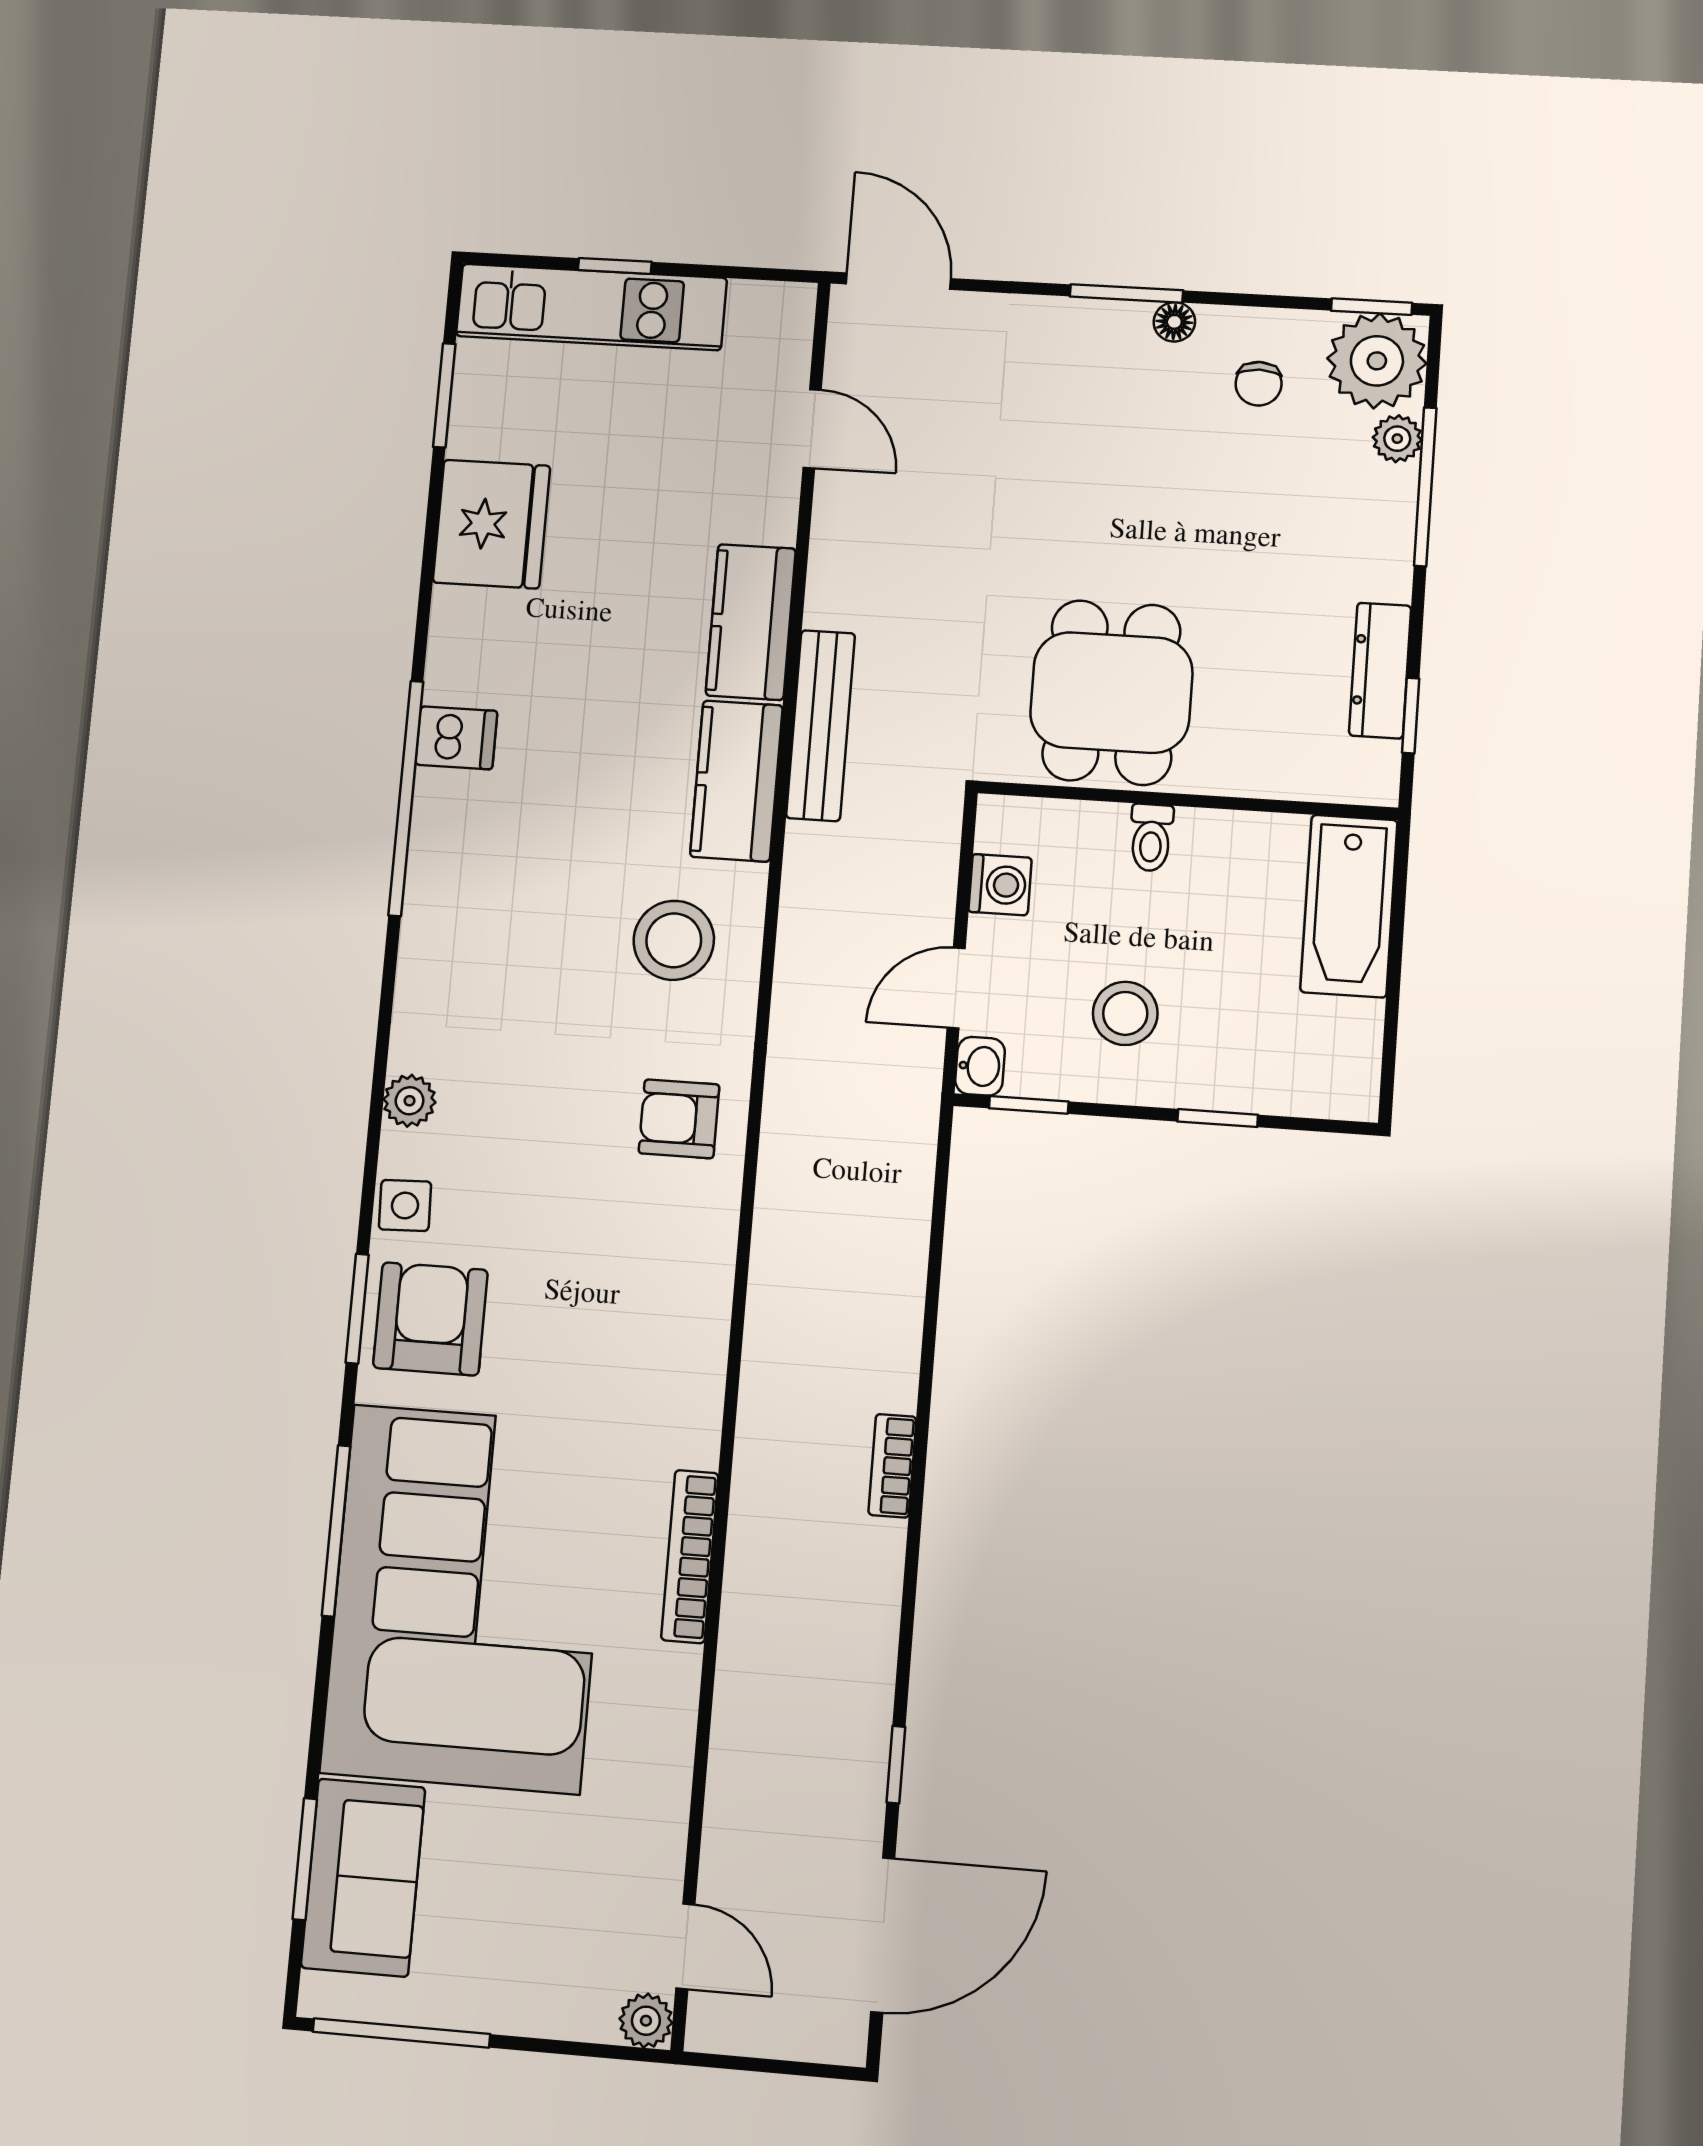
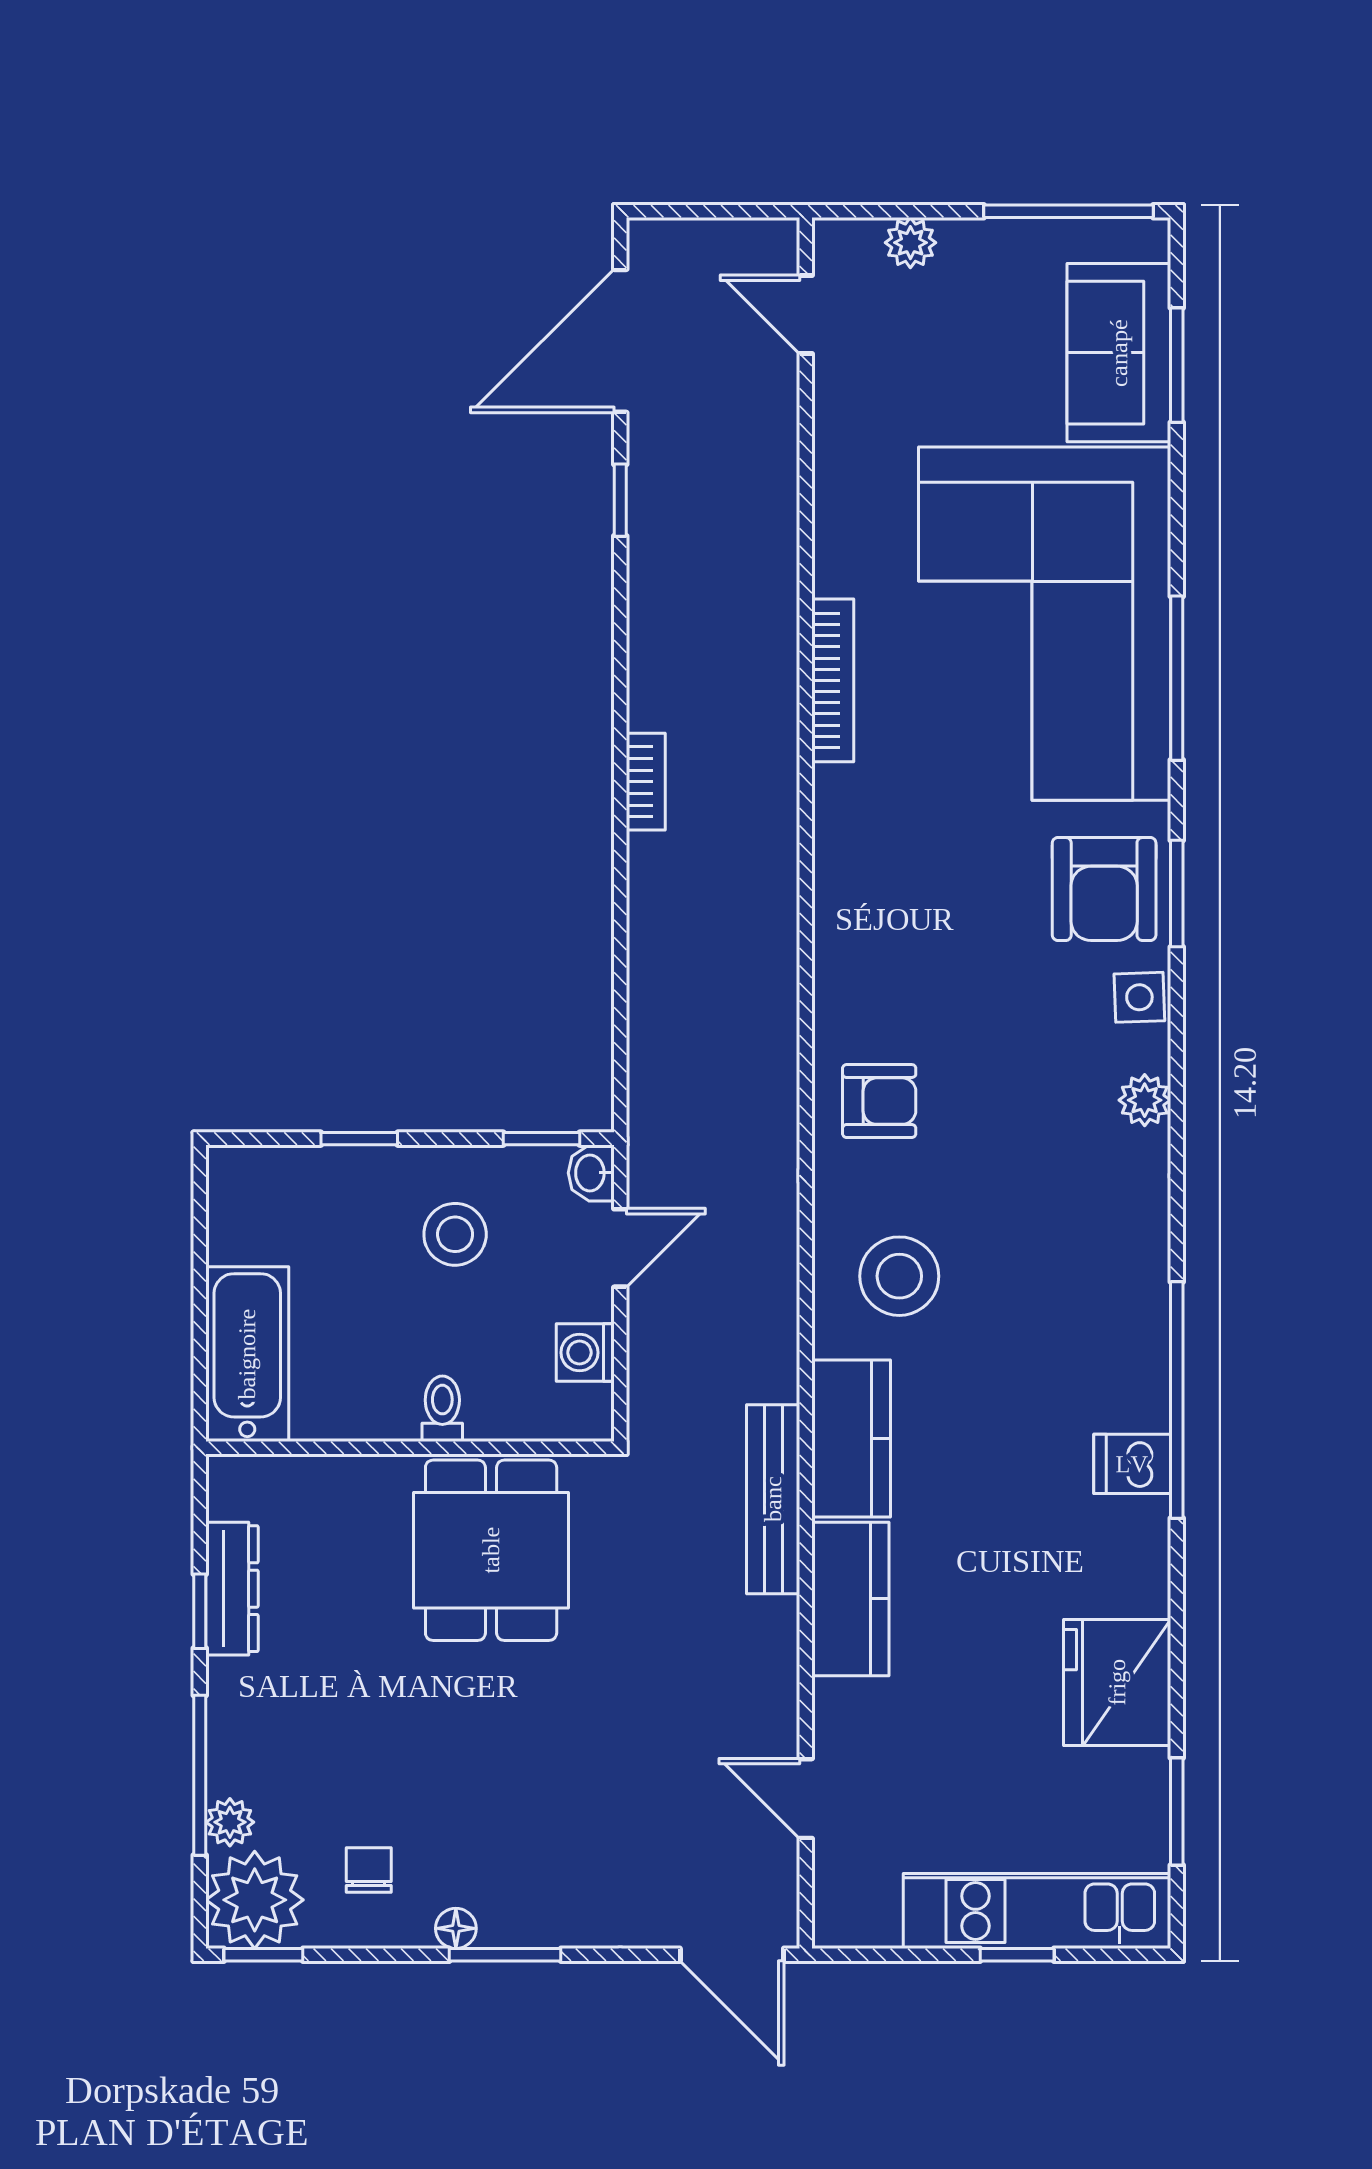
window: (1411, 716) -> (200, 1611), moved
plant: (646, 2021) -> (910, 243), moved

